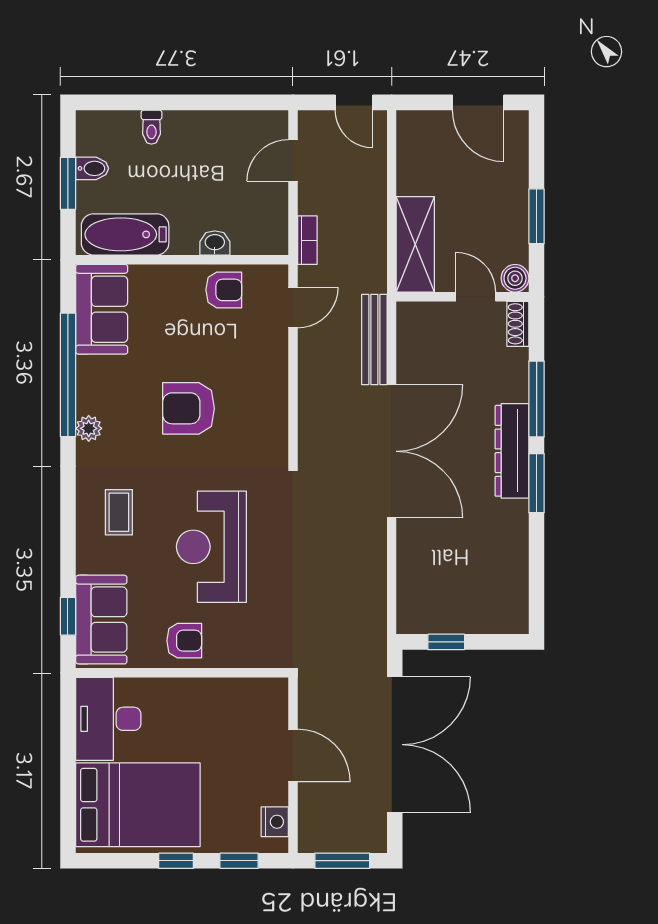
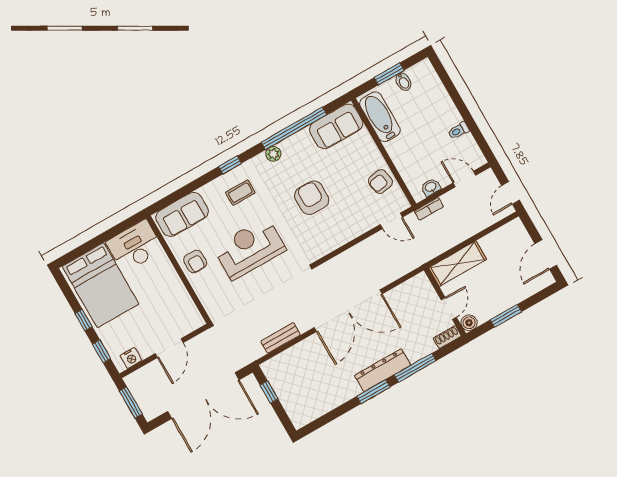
toilet: (151, 127) -> (459, 131), moved
washbasin: (215, 243) -> (431, 187), moved, turned -90
armchair: (224, 290) -> (380, 182), turned 80
bench: (374, 339) -> (281, 338), moved, width x0.73
window: (68, 616) -> (230, 165), moved

